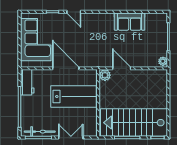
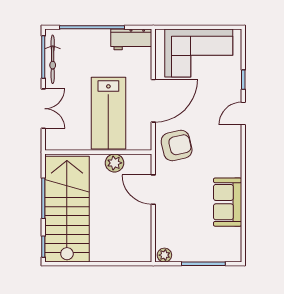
armchair: (94, 54) -> (177, 146), added
door: (122, 68) -> (153, 190), swing flipped
plant: (105, 75) -> (114, 163), moved

